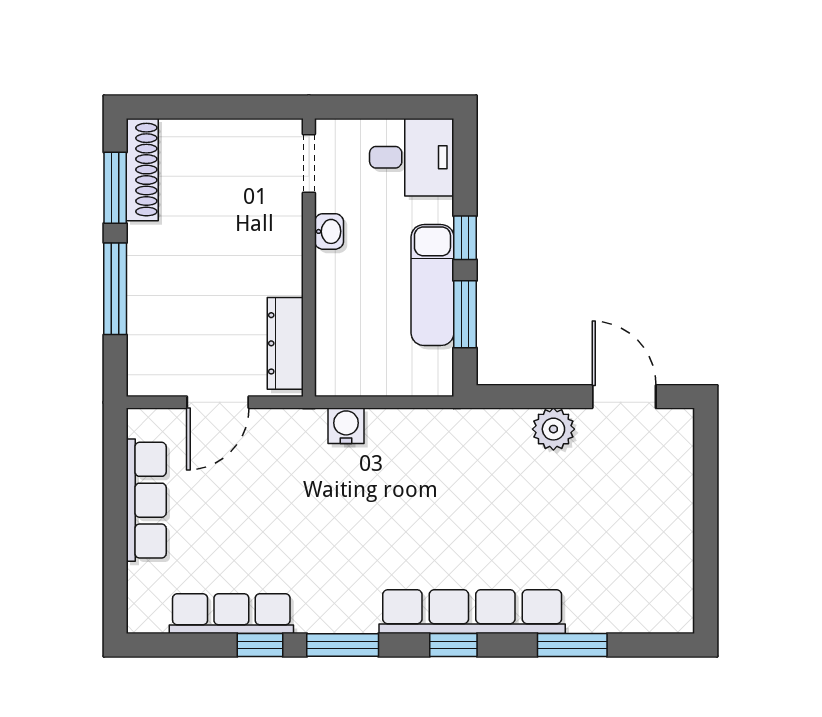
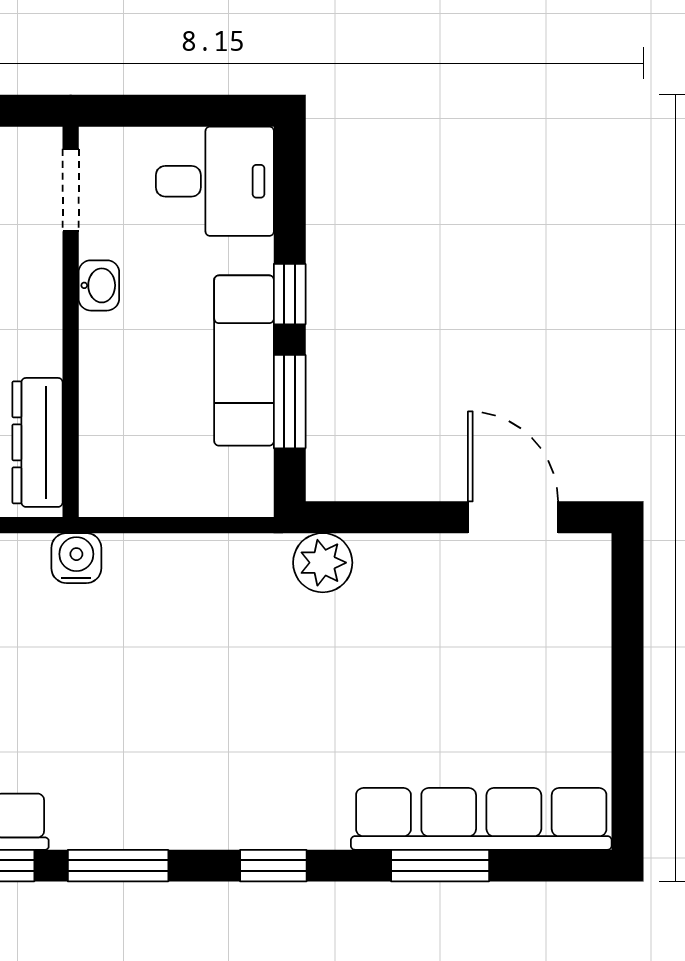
water cooler: (346, 426) -> (76, 558), moved
plant: (553, 429) -> (323, 563), moved
row of seats: (472, 612) -> (481, 819), moved

